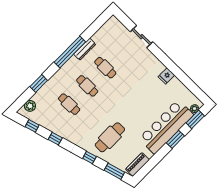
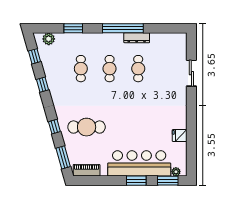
fridge: (166, 76) -> (180, 136), moved

